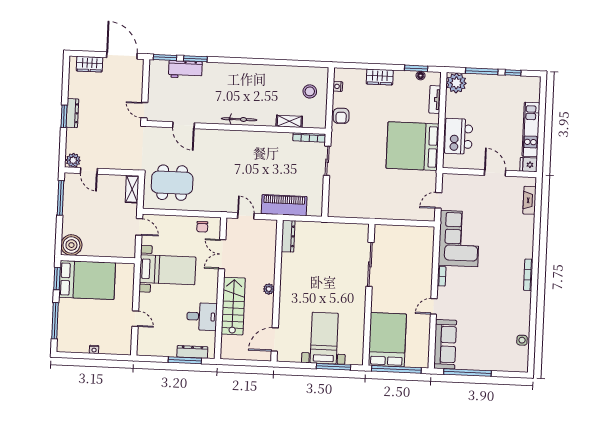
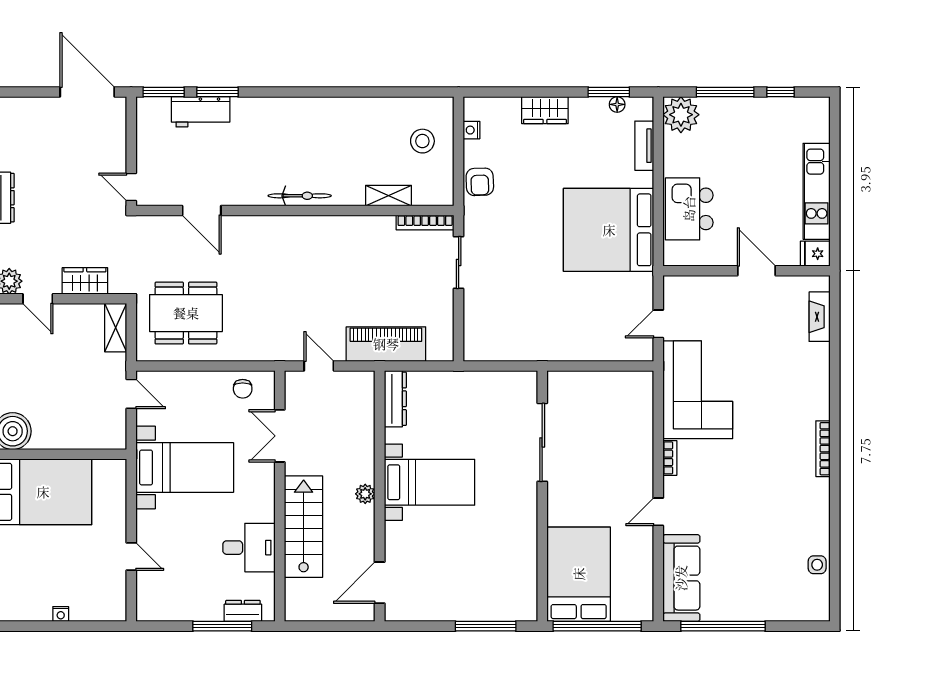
wardrobe: (90, 64) -> (85, 281), moved, turned 180
bed with nightstands: (324, 338) -> (429, 482), moved, turned 90
dresser: (192, 352) -> (243, 611), width x0.70

